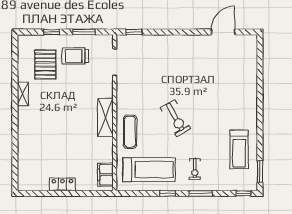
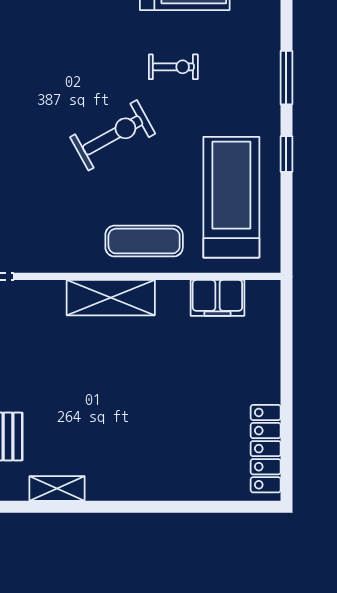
exercise bike: (195, 169) -> (173, 67), moved
filing cabinet: (105, 175) -> (217, 298), moved
locker: (62, 184) -> (266, 449), moved, width x1.53

